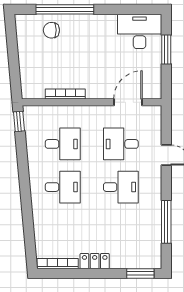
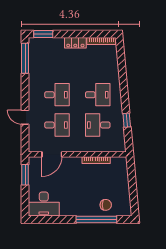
window: (166, 50) -> (25, 175), moved
window: (19, 121) -> (127, 120), moved
desk: (63, 187) -> (98, 95), turned 180
desk: (121, 187) -> (57, 95), turned 180
window: (166, 222) -> (25, 58), moved

